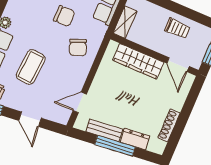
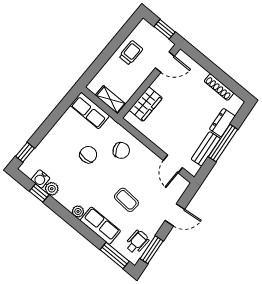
wardrobe: (138, 61) -> (146, 104), width x0.67
coffee table: (31, 67) -> (126, 200), width x0.73, depth x0.77

